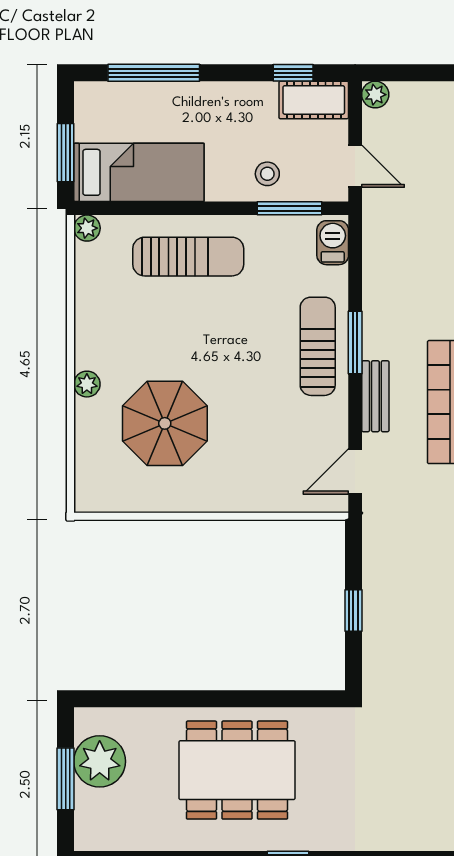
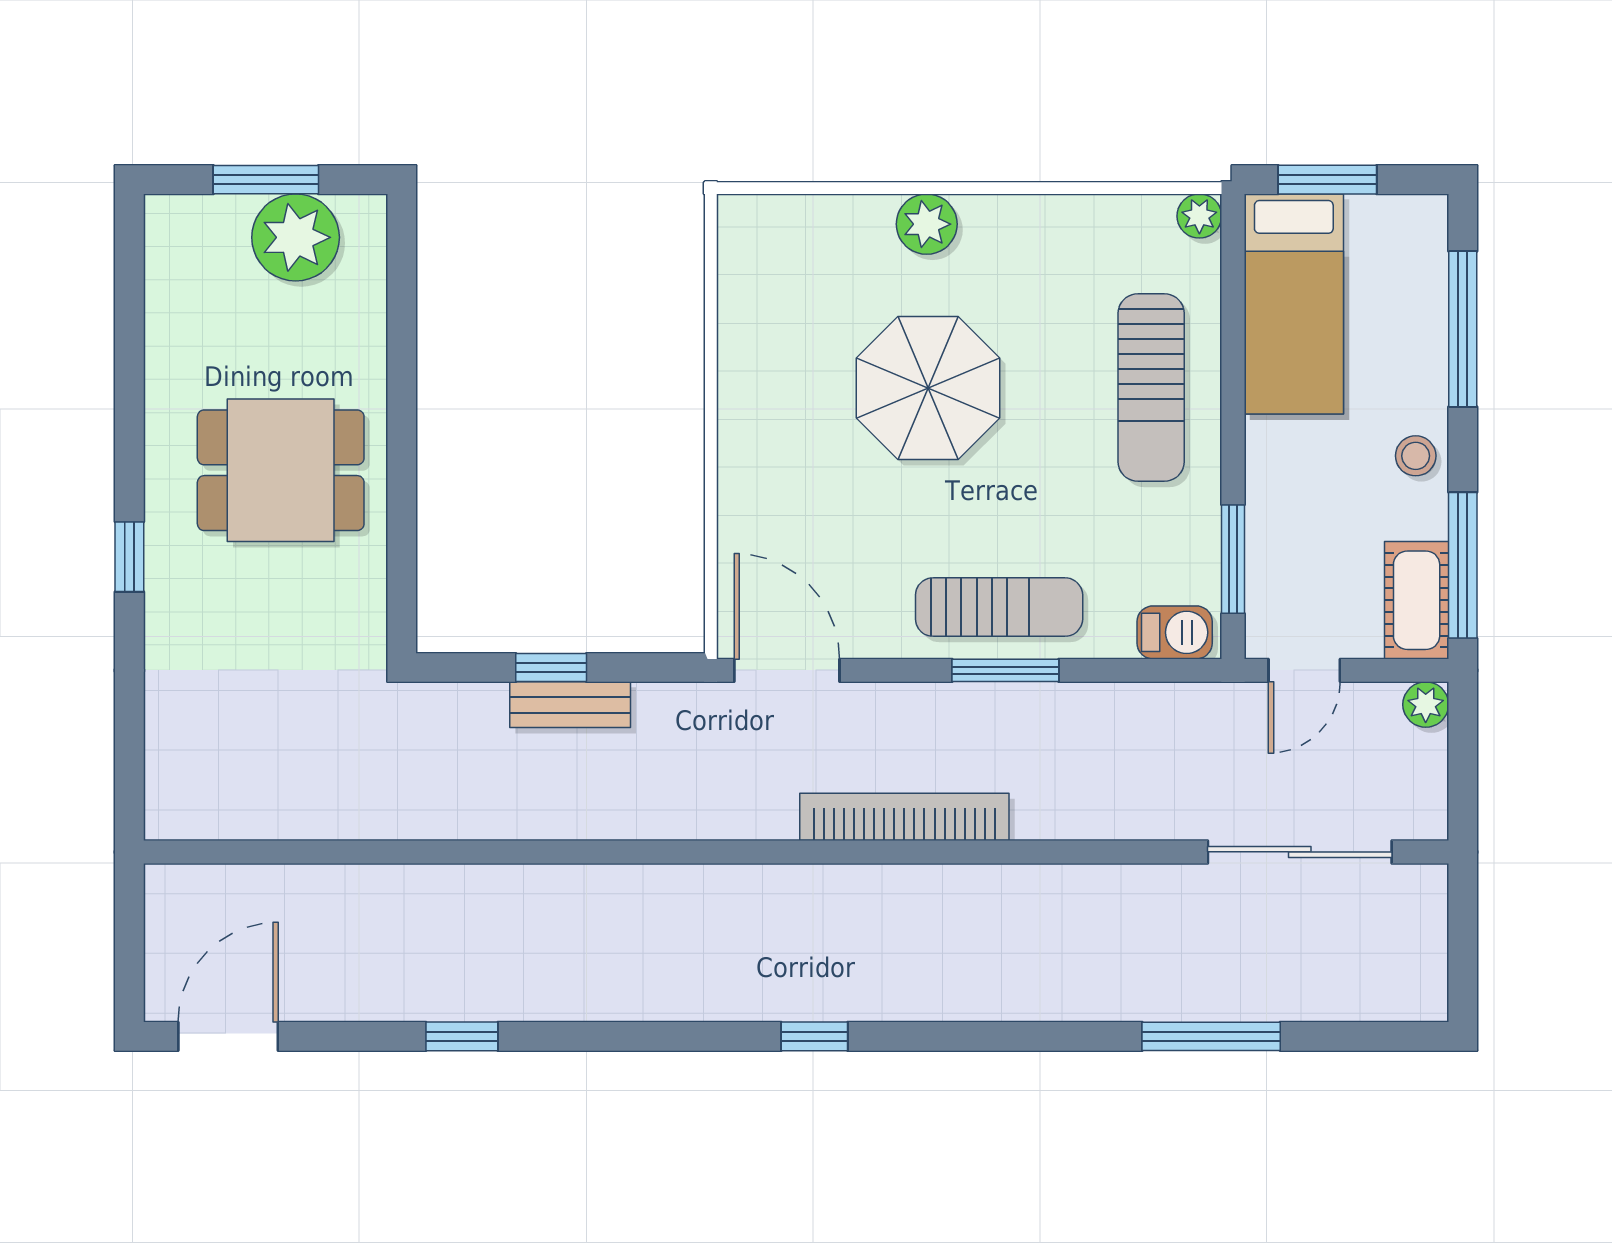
window: (293, 73) -> (1463, 565), width x2.17
stool: (267, 174) -> (1416, 456), moved
plant: (87, 384) -> (927, 224), width x1.38, depth x1.38
bench: (375, 396) -> (570, 705), moved
parasol: (165, 423) -> (928, 388), moved
door: (355, 471) -> (787, 670), width x1.38
dining table: (237, 770) -> (281, 470), width x0.73

